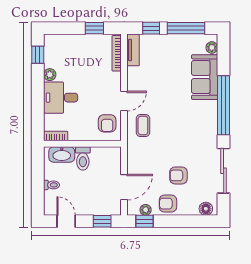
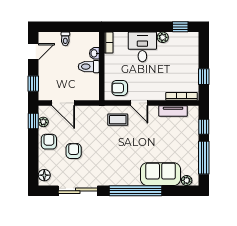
tv unit: (133, 50) -> (173, 111), moved
washbasin: (62, 154) -> (94, 53), width x0.52, depth x0.69

